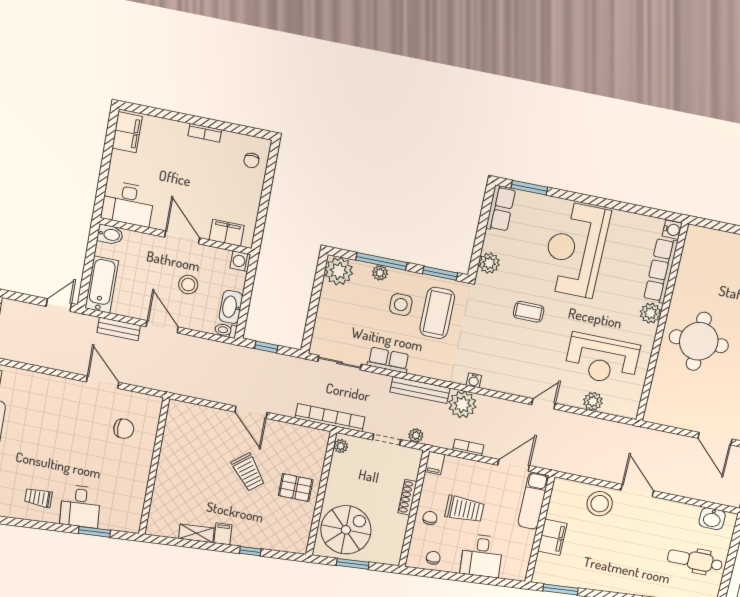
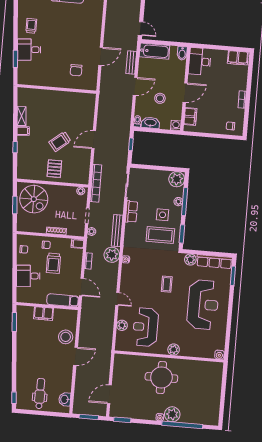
row of seats: (501, 209) -> (214, 262), width x1.48
reception desk: (575, 249) -> (203, 305), turned 90
row of seats: (661, 270) -> (197, 352), removed

